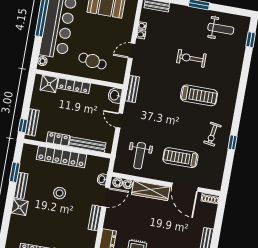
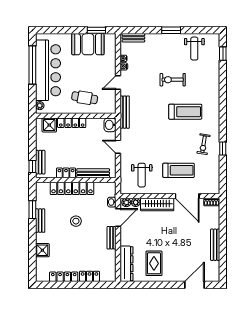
weight bench: (221, 29) -> (194, 49), turned 90
bench: (132, 89) -> (125, 112), width x1.36
treadmill: (180, 158) -> (179, 170), turned 180
shower: (20, 207) -> (42, 250), moved

